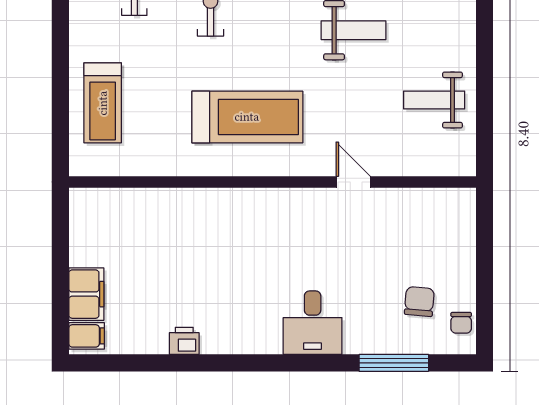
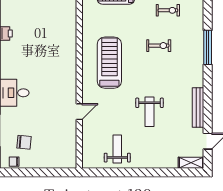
treadmill: (247, 117) -> (109, 63), turned 180

